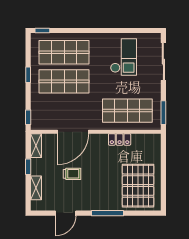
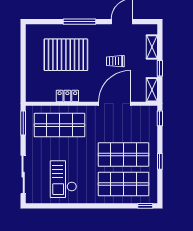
pallet: (138, 186) -> (66, 55), moved, turned 90

